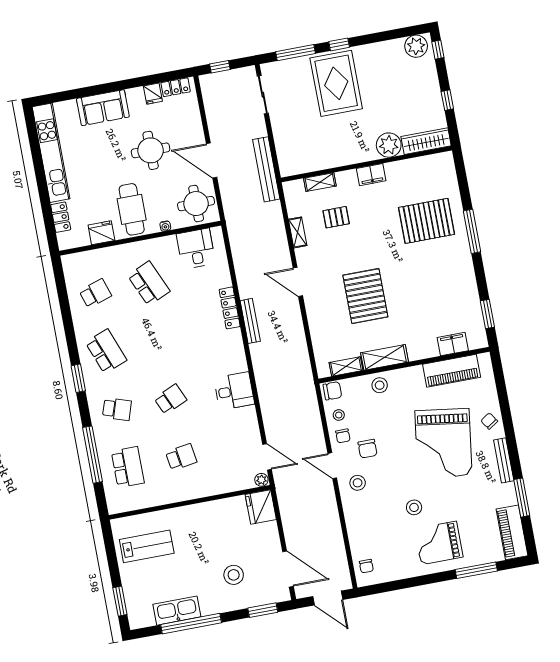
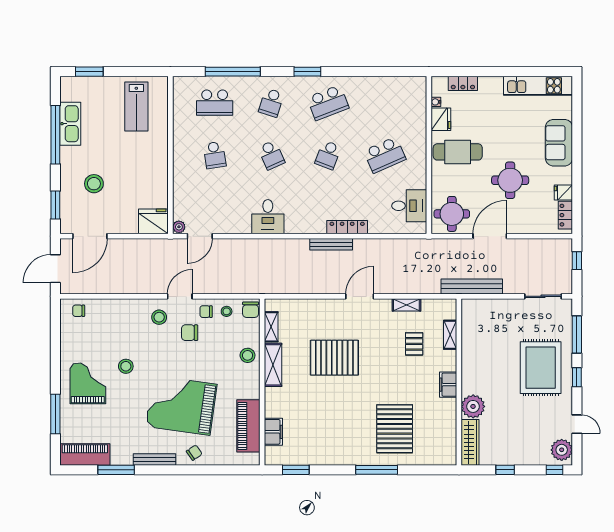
door: (387, 36) -> (577, 424), added
rug: (336, 83) -> (541, 368), turned 90
kitchen unit: (51, 153) -> (538, 86), width x0.73
water cooler: (165, 226) -> (436, 102), moved
school desk: (95, 293) -> (328, 155), moved, turned 39

